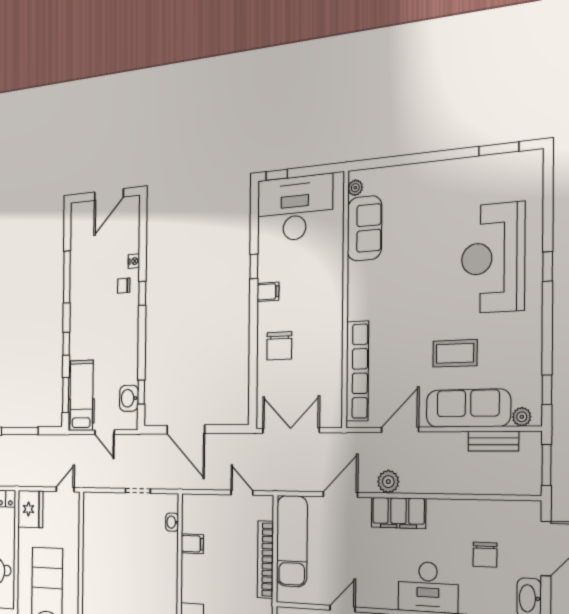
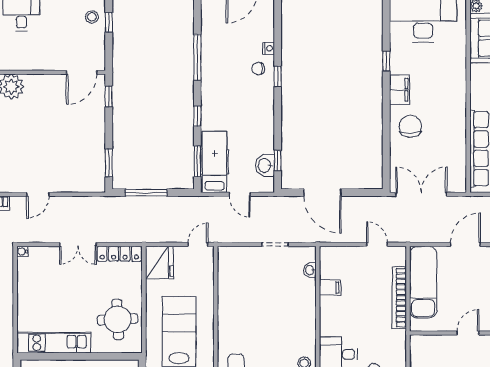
filing cabinet: (268, 292) -> (399, 90), width x2.00
chair: (279, 346) -> (410, 126), turned 180

